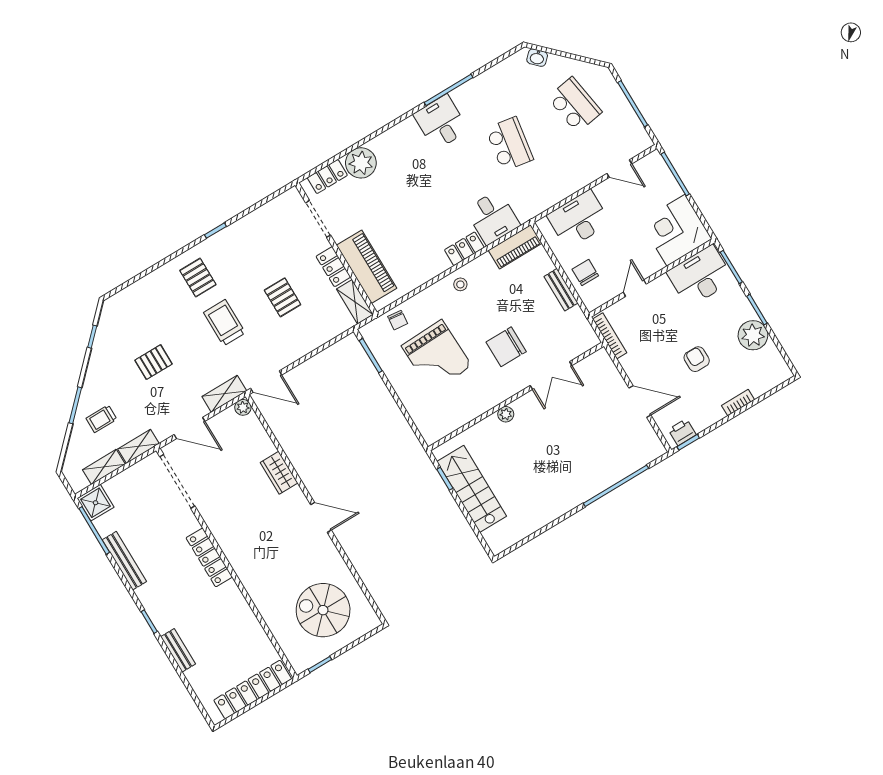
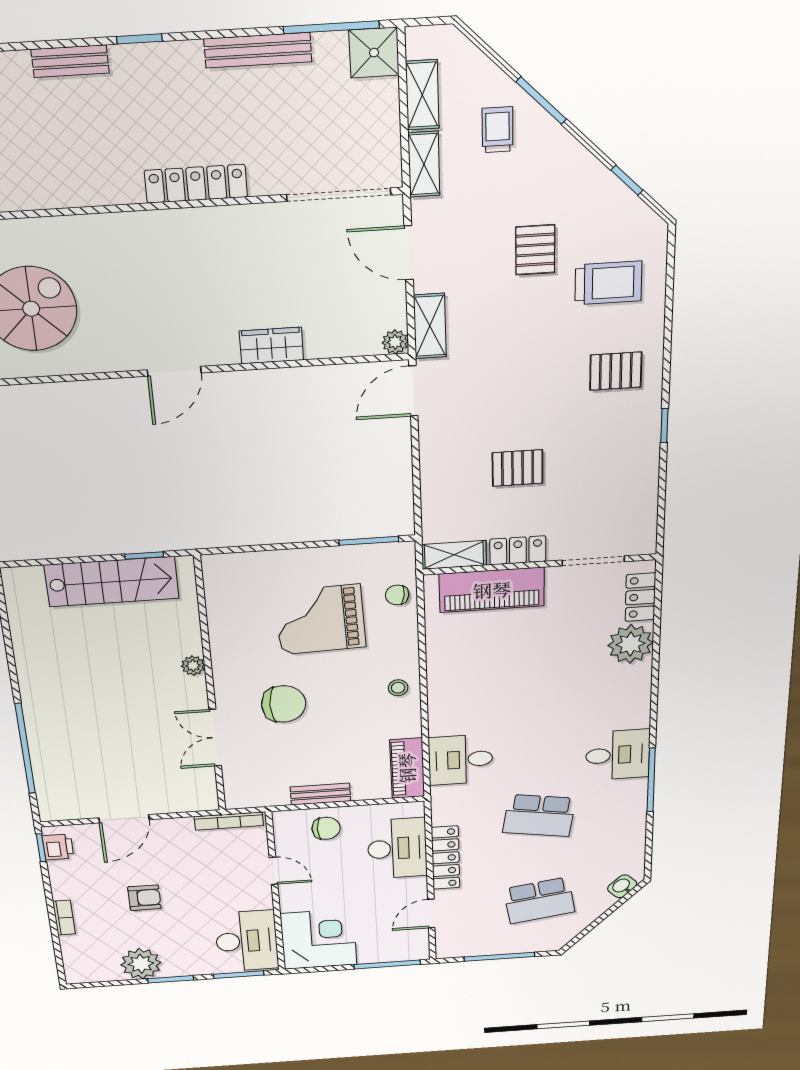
locker: (464, 249) -> (446, 858), moved, width x1.53
trolley: (225, 323) -> (608, 283), moved
chair: (506, 347) -> (284, 704), turned 90
door: (190, 428) -> (409, 253), hinge flipped

